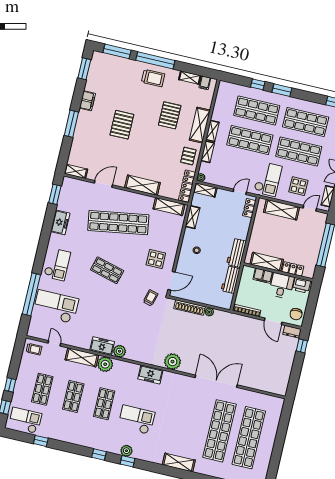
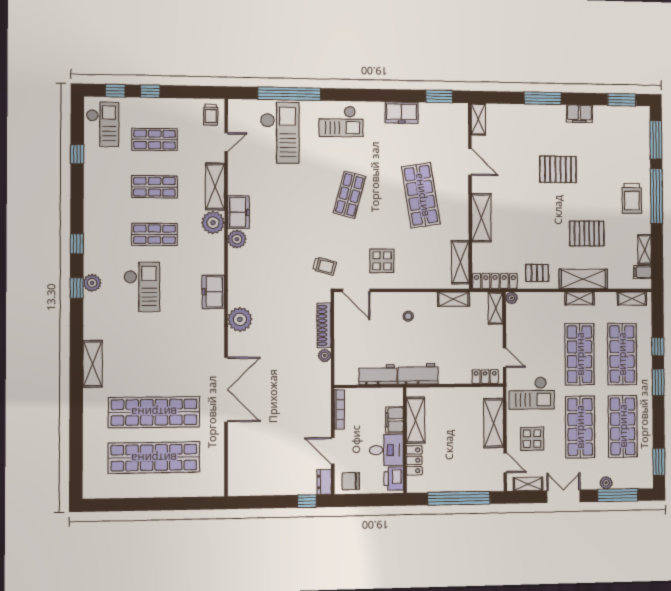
shelving: (208, 152) -> (632, 299), moved
shop shelf: (118, 223) -> (421, 195), width x0.71
door: (273, 321) -> (333, 451), hinge flipped

